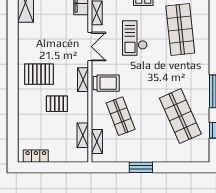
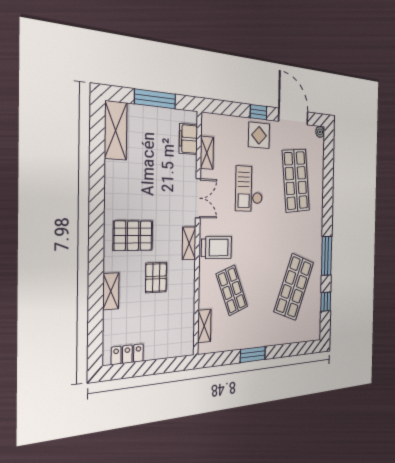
pallet: (57, 104) -> (156, 278), turned 90
shop shelf: (180, 116) -> (294, 287), turned 45
shelving: (83, 135) -> (111, 291), moved

